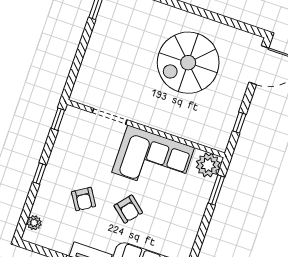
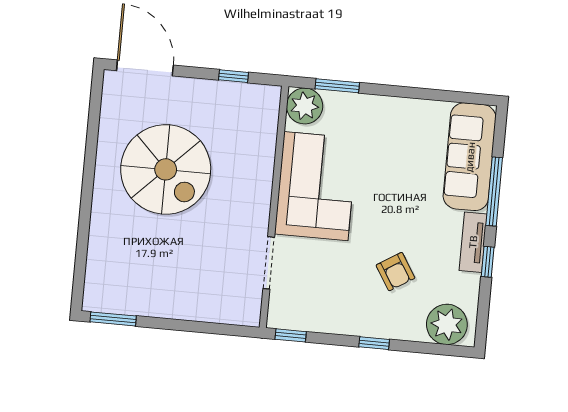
armchair: (84, 199) -> (395, 272), turned 90
armchair: (128, 209) -> (394, 205), removed
plant: (34, 223) -> (447, 324), width x1.88, depth x1.88

